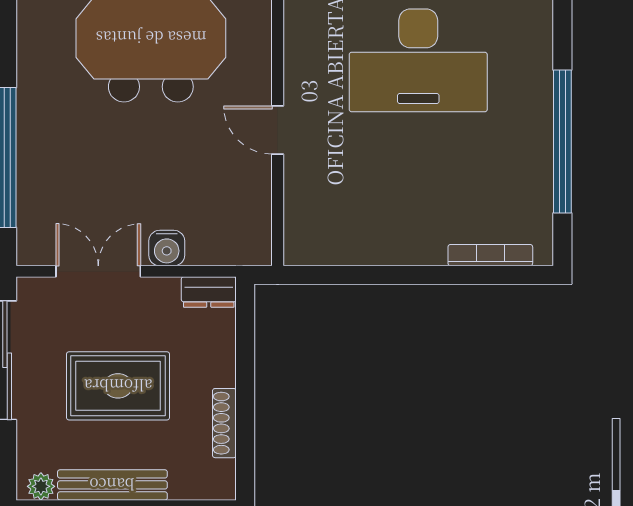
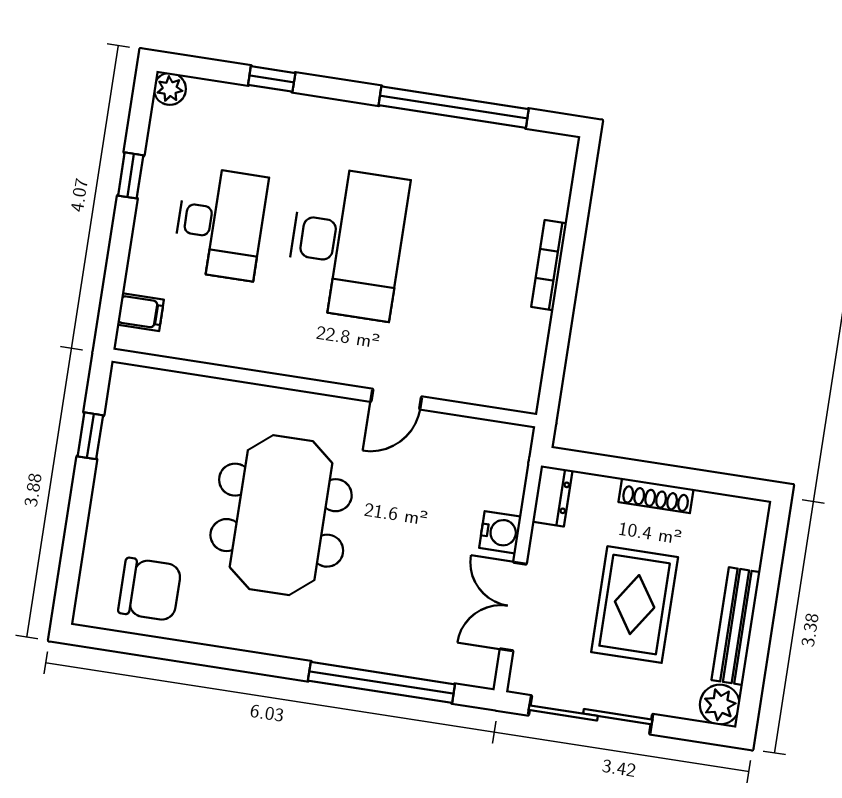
bookcase: (490, 255) -> (549, 265), moved
shoe rack: (224, 423) -> (656, 496), moved
plant: (41, 486) -> (720, 705), width x1.38, depth x1.38

